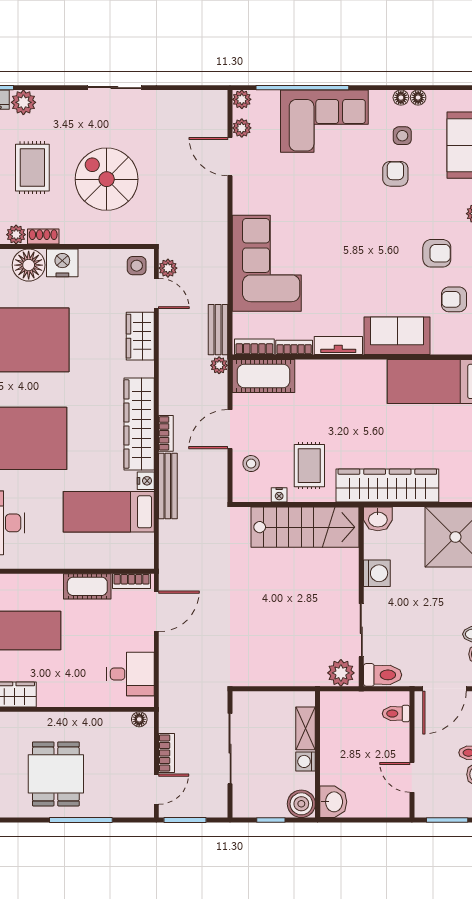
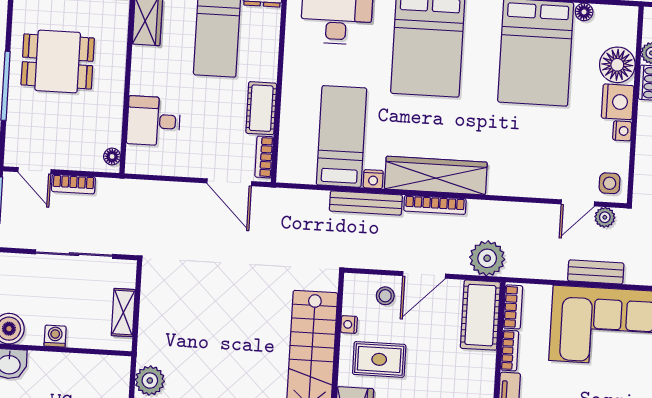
nightstand: (88, 257) -> (622, 131), added
bench: (218, 330) -> (596, 272), moved
wardrobe: (140, 336) -> (532, 182), removed
plant: (219, 365) -> (487, 258), width x1.87, depth x1.87
door: (230, 429) -> (424, 275), swing flipped
bookcase: (166, 433) -> (435, 205), width x1.56
desk: (130, 674) -> (154, 121), moved, turned 90
shelving: (306, 728) -> (123, 313), moved, turned 90

